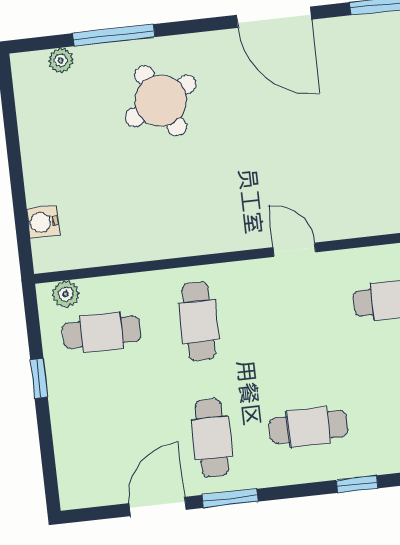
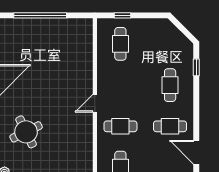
door: (294, 250) -> (95, 103), moved
window: (230, 498) -> (196, 122), removed

